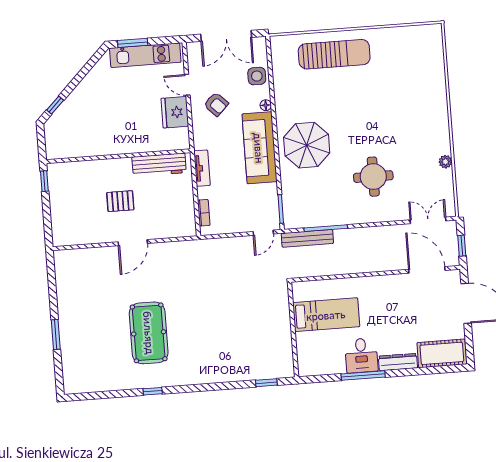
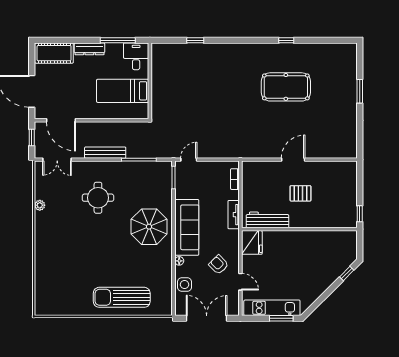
fridge: (175, 112) -> (252, 242), moved
bench: (307, 238) -> (105, 153), moved
bed: (326, 315) -> (123, 91), moved
wall: (293, 330) -> (150, 81), moved
pool table: (149, 333) -> (286, 87), turned 90
desk: (361, 355) -> (136, 56), moved

